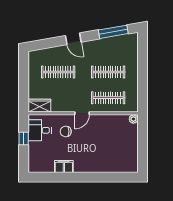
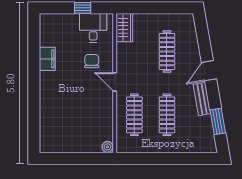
window: (113, 32) -> (218, 121), width x0.69
bench: (96, 44) -> (202, 99), added

